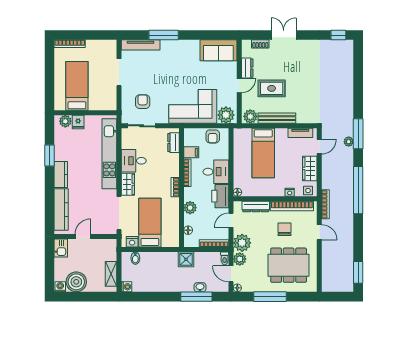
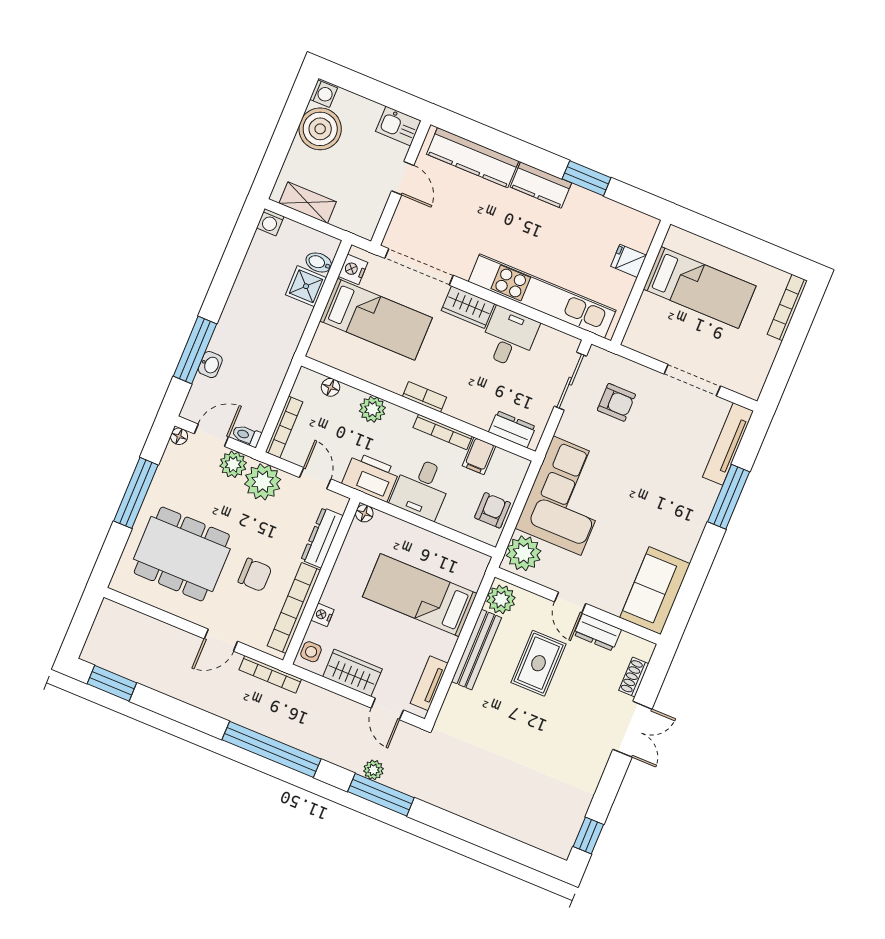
plant: (65, 121) -> (641, 237), removed
armchair: (213, 136) -> (493, 510), turned 90
shower: (186, 259) -> (306, 286), moved
dining table: (289, 265) -> (182, 554), turned 90

